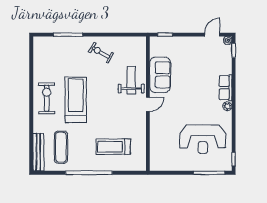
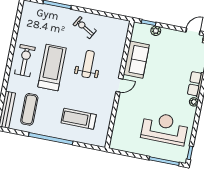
plant: (174, 41) -> (156, 31), added
weight bench: (131, 80) -> (88, 64), moved
reception desk: (203, 139) -> (165, 128), turned 180

